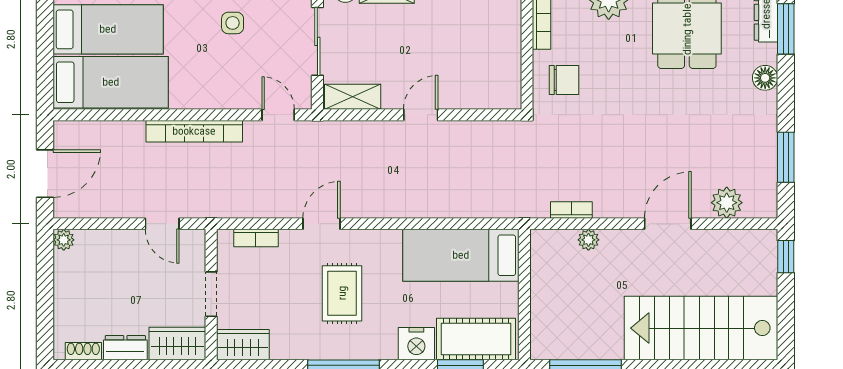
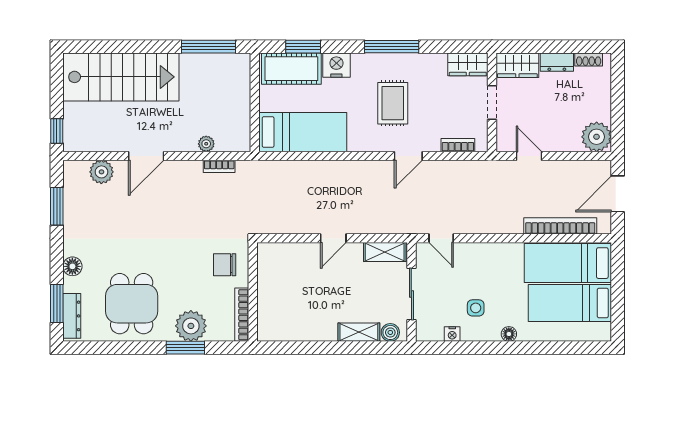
bookcase: (194, 131) -> (560, 226), moved
plant: (64, 240) -> (597, 137), width x1.88, depth x1.88

